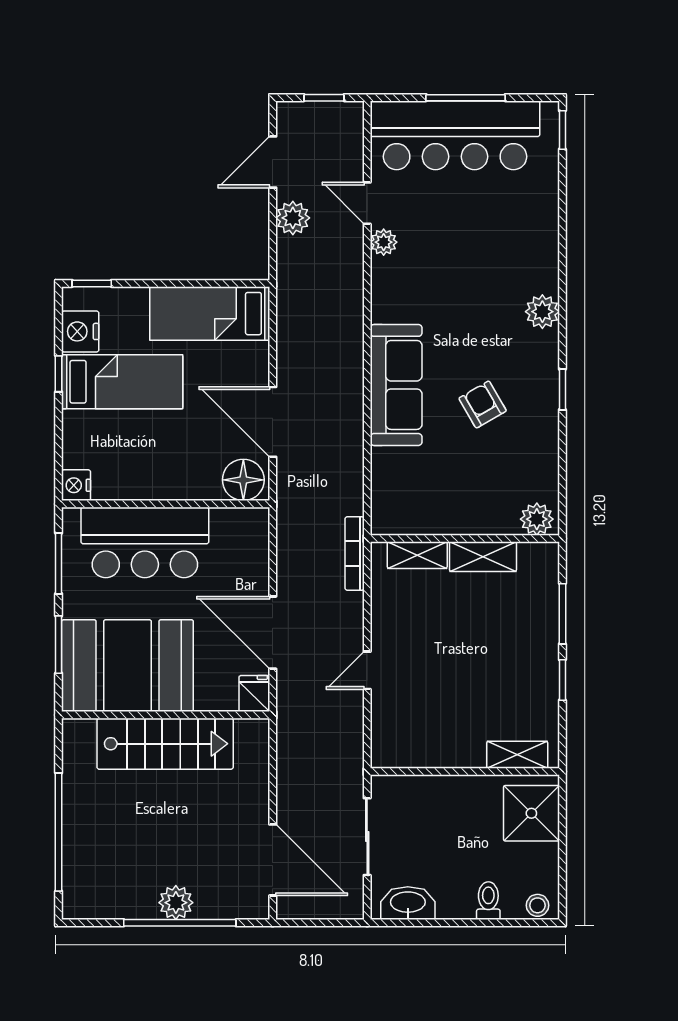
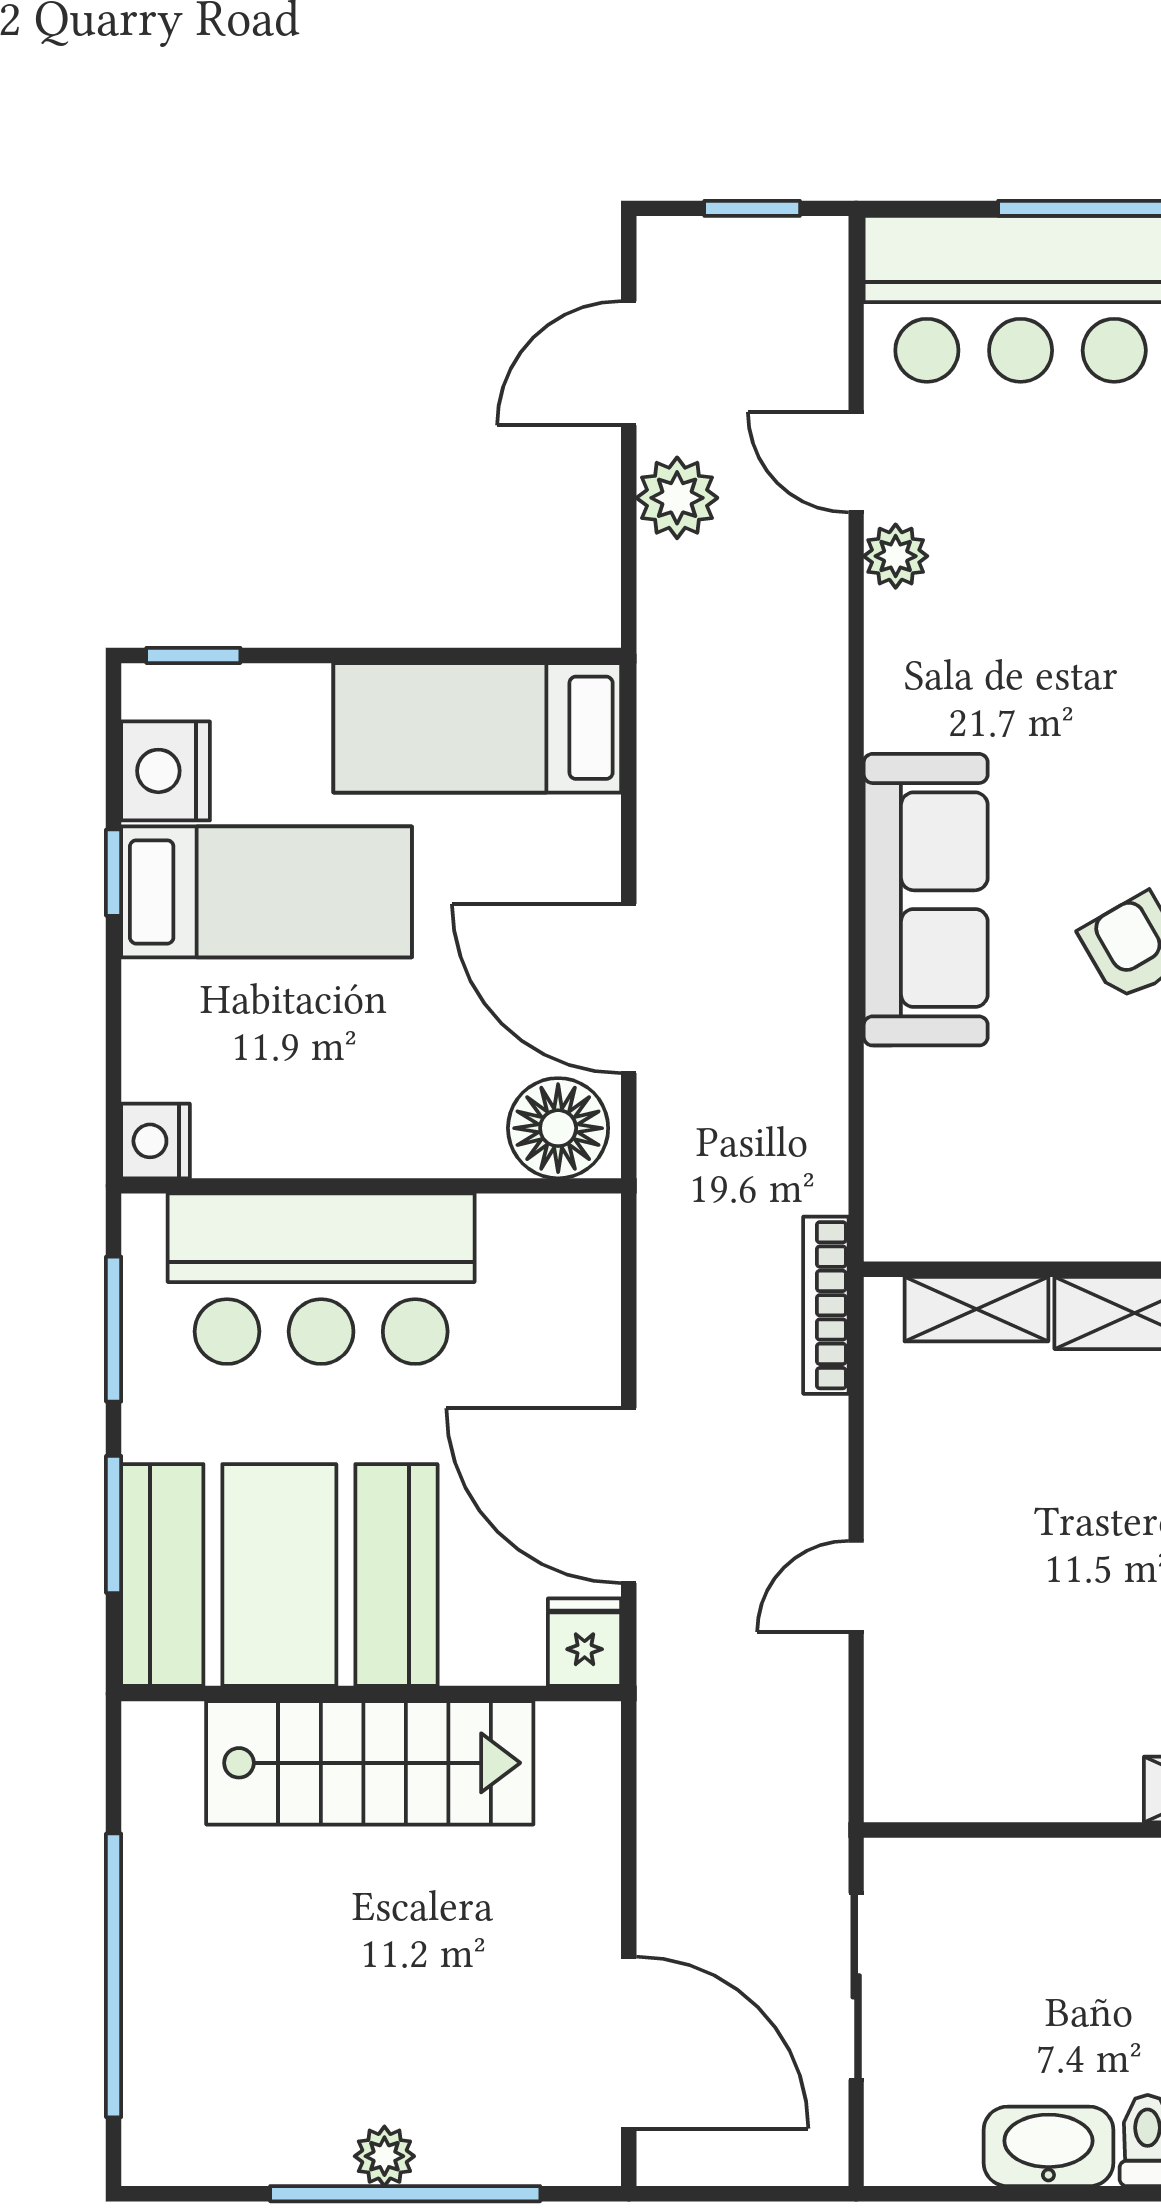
plant: (176, 903) -> (384, 2156), width x0.73, depth x0.73
washbasin: (408, 903) -> (1048, 2146), moved

